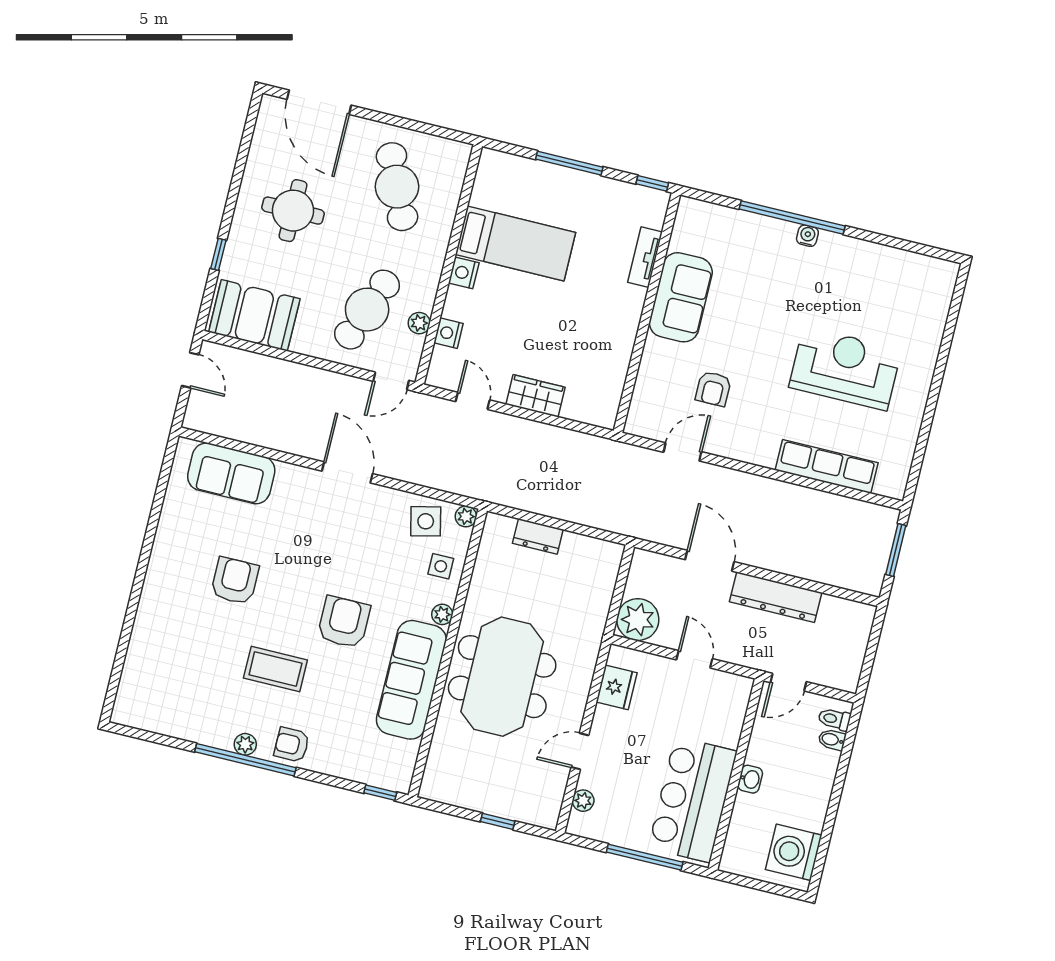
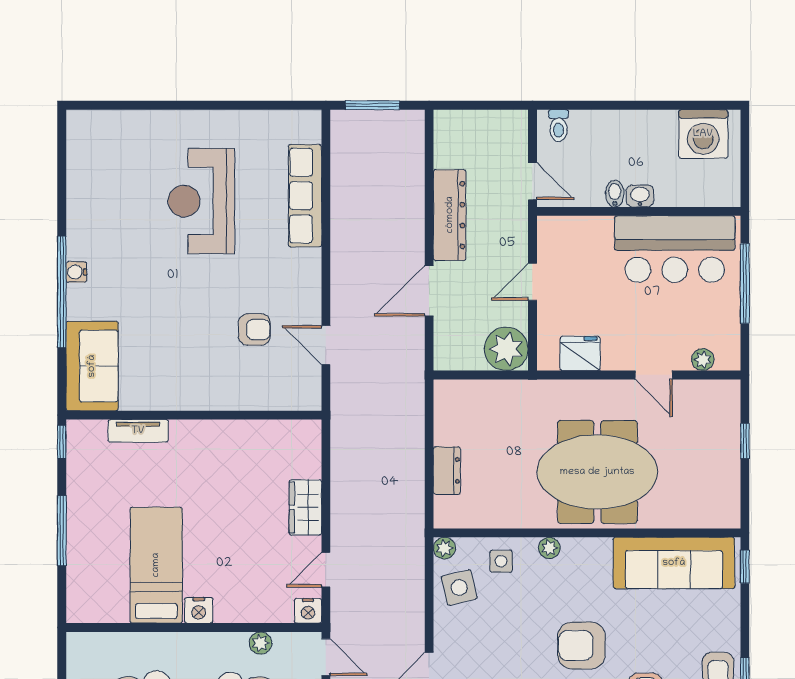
sofa: (681, 297) -> (92, 366), moved, turned 90
nightstand: (449, 333) -> (308, 611), moved
sofa: (411, 680) -> (674, 563), moved
bidet: (832, 740) -> (615, 194), moved, turned 180

